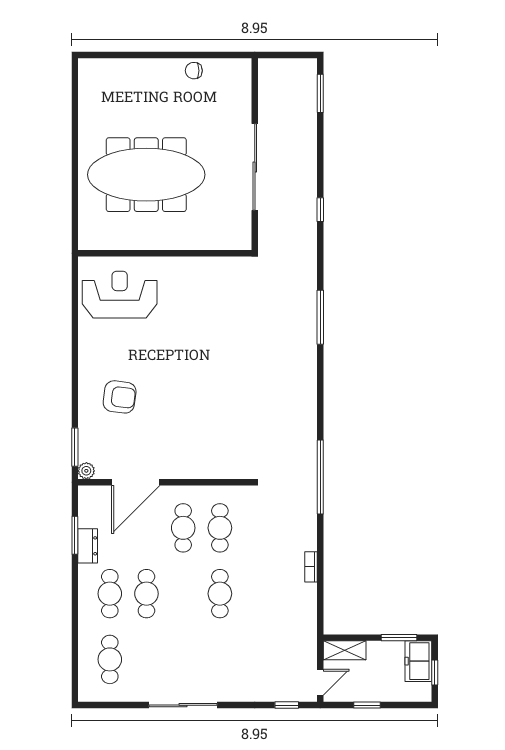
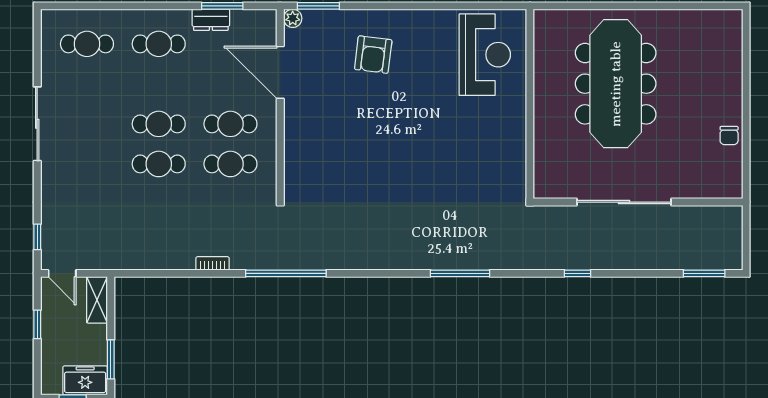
chair: (194, 71) -> (729, 136), turned 180
bookcase: (311, 567) -> (212, 263), moved
cafe table: (146, 594) -> (159, 124), moved

